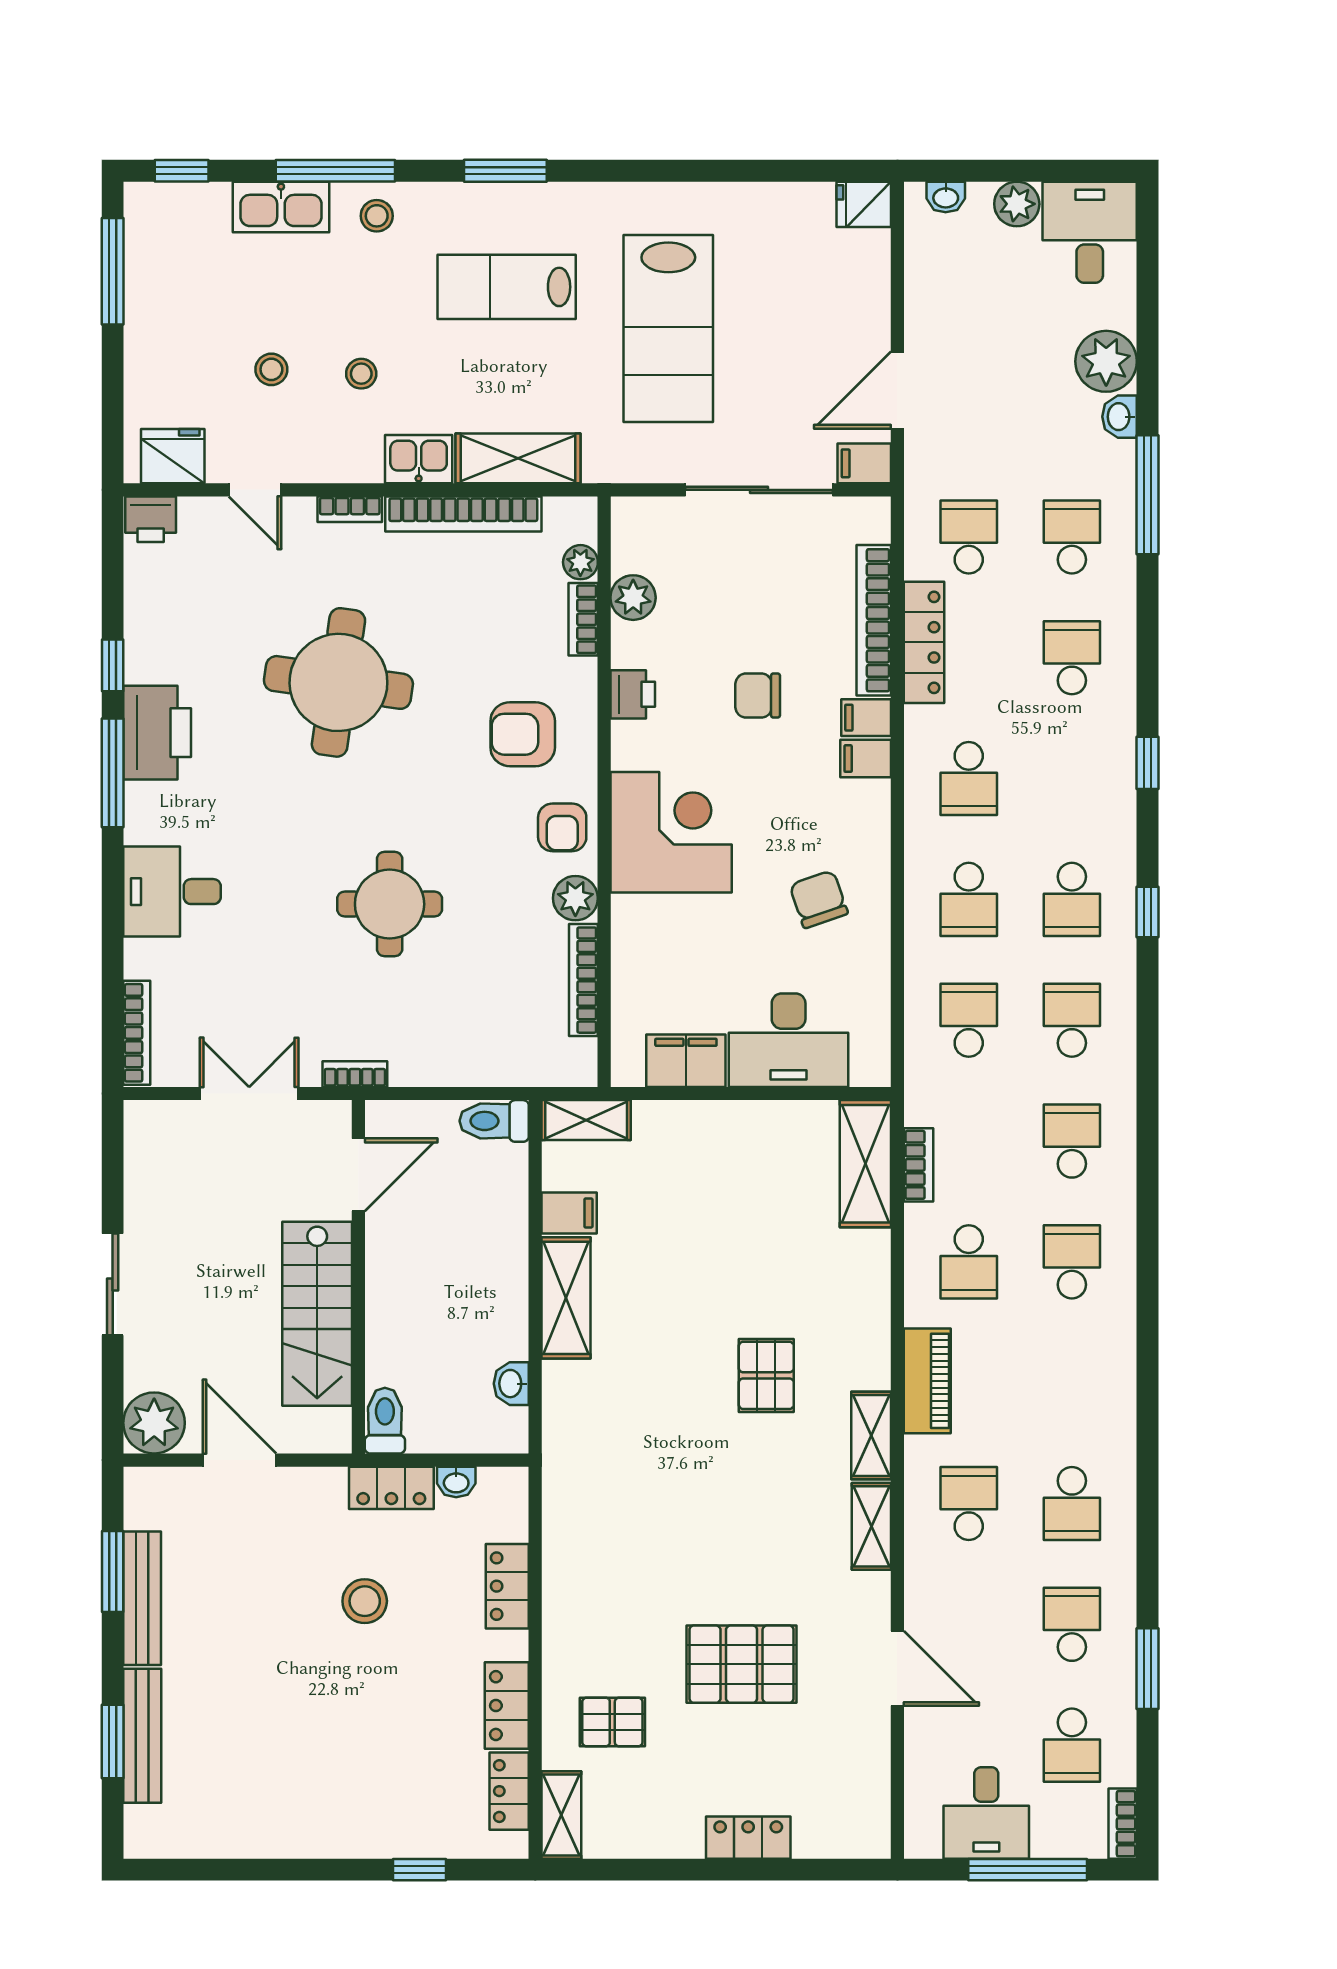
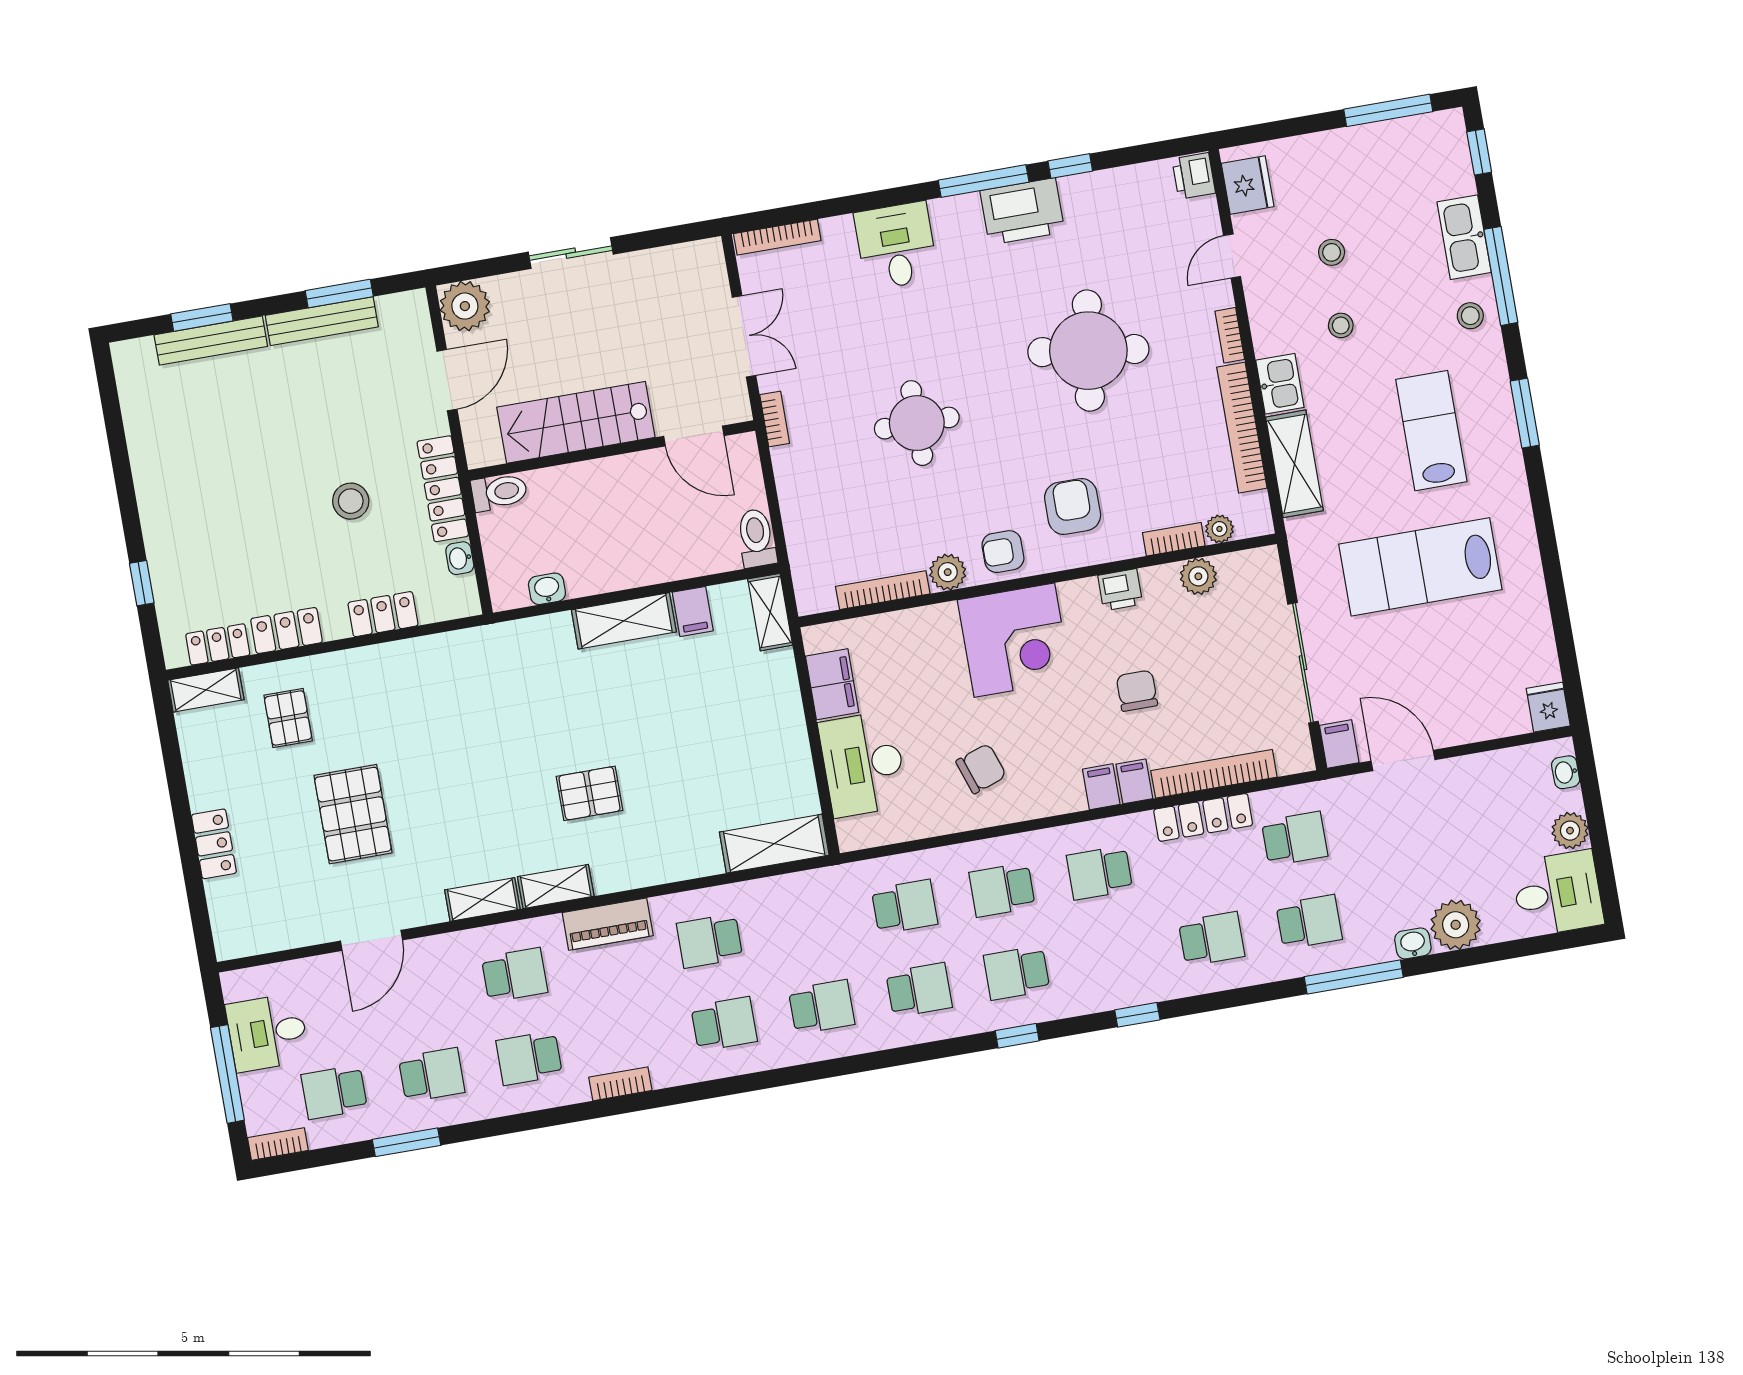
bookcase: (919, 1165) -> (620, 1084), moved, turned 180
locker: (391, 1488) -> (443, 489), width x1.53

